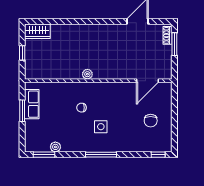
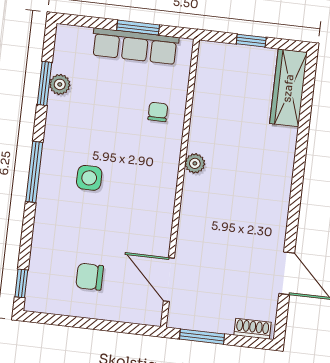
wardrobe: (37, 31) -> (288, 88), width x1.50
window: (174, 44) -> (202, 337), moved
row of seats: (32, 104) -> (135, 46), width x1.48
chair: (81, 108) -> (158, 112), moved
window: (44, 155) -> (44, 83), moved

